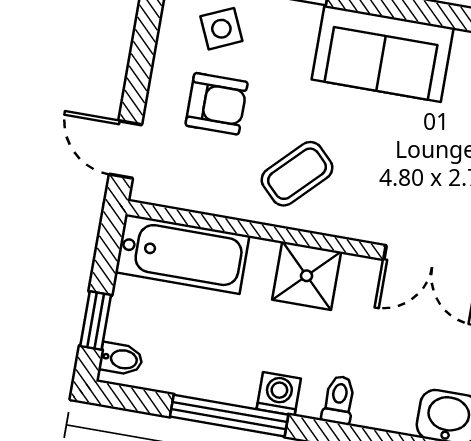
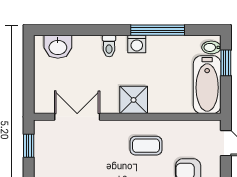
coffee table: (297, 174) -> (146, 146), turned 45
bathtub: (182, 254) -> (207, 85), moved, turned -90

